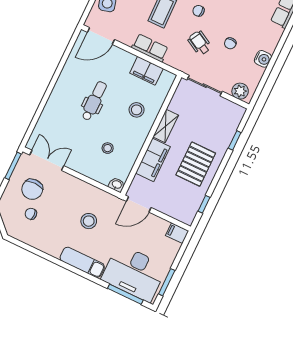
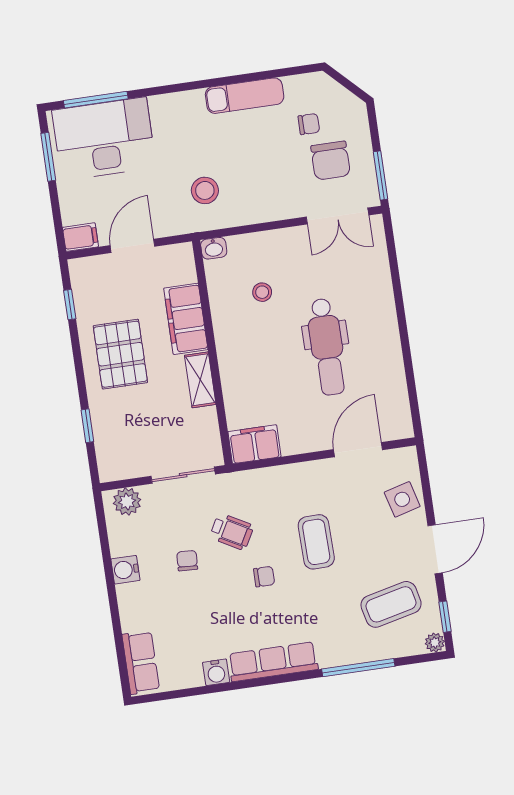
door: (101, 36) -> (358, 450), moved
row of seats: (150, 48) -> (298, 477), removed
filing cabinet: (146, 71) -> (254, 444), moved
dental chair: (94, 101) -> (327, 347), width x1.36, depth x1.38
stool: (137, 110) -> (257, 375), removed
chair: (32, 189) -> (331, 161), turned 180
door: (139, 204) -> (132, 246), moved
stool: (89, 221) -> (205, 190), moved
exam couch: (82, 262) -> (245, 96), moved

